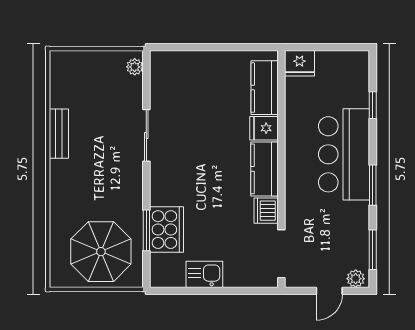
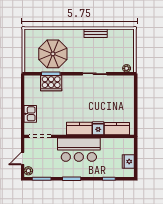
fridge: (299, 63) -> (128, 162), moved
bar counter: (344, 154) -> (79, 150), moved, turned 180
dishwasher: (266, 211) -> (60, 129), removed
parasol: (101, 252) -> (53, 54), moved
kitchen sink: (204, 274) -> (30, 114), moved
door: (329, 291) -> (23, 159), hinge flipped

